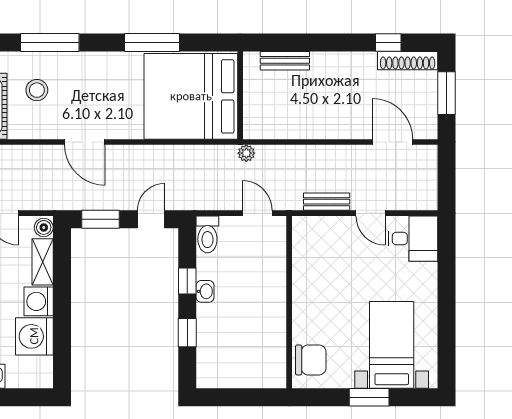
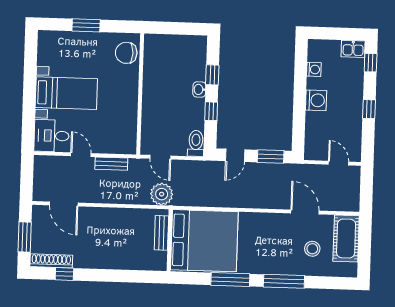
window: (50, 42) -> (284, 281), moved
bench: (285, 61) -> (161, 233), moved, turned 90
door: (85, 142) -> (305, 212), moved
plant: (246, 153) -> (162, 194), width x1.88, depth x1.88
boiler: (44, 227) -> (311, 152), removed
shelving: (43, 262) -> (312, 128), removed
washbasin: (205, 291) -> (199, 89), moved
washing machine: (34, 336) -> (314, 69), width x0.53, depth x0.53
bed with nightstands: (392, 345) -> (66, 93), moved, turned -90

